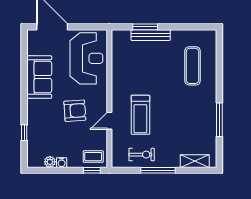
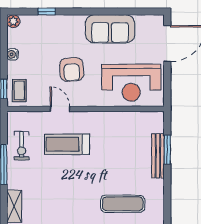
plant: (50, 162) -> (13, 21), moved

